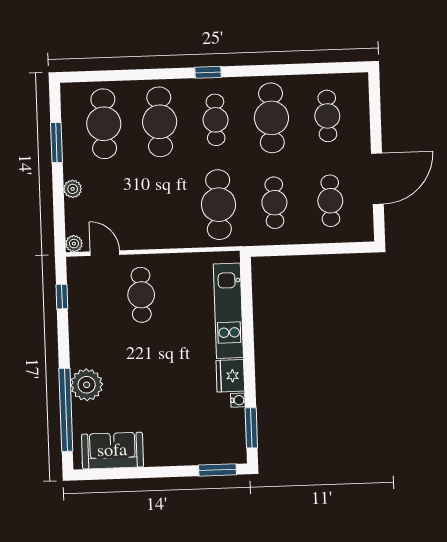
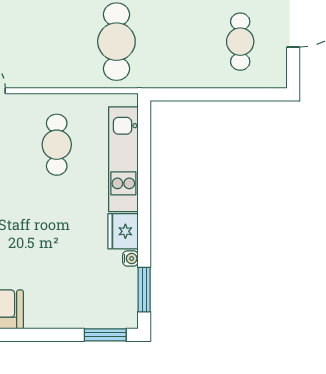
cafe table: (274, 203) -> (178, 42), removed
cafe table: (141, 295) -> (57, 145), moved

